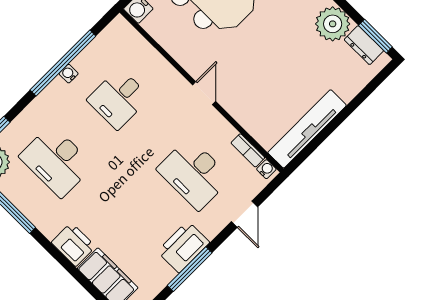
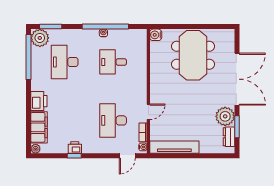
window: (375, 36) -> (237, 127), moved
door: (204, 93) -> (148, 112), moved
door: (244, 214) -> (127, 156), moved
printer: (183, 247) -> (75, 148), width x0.53, depth x0.68
window: (190, 269) -> (74, 156), width x0.46

